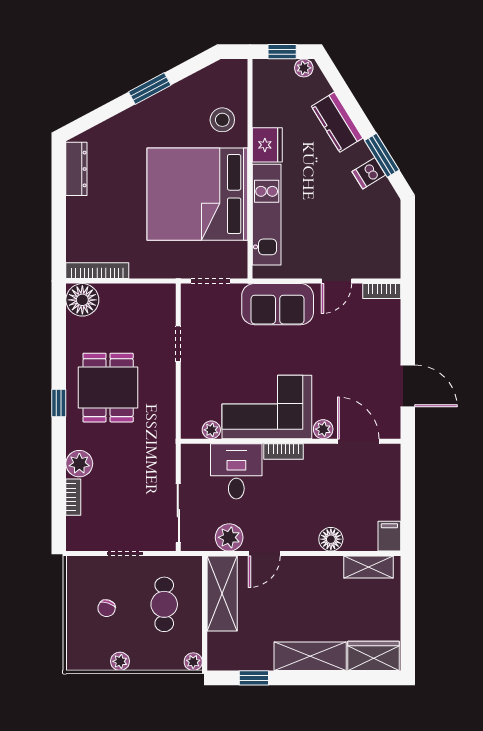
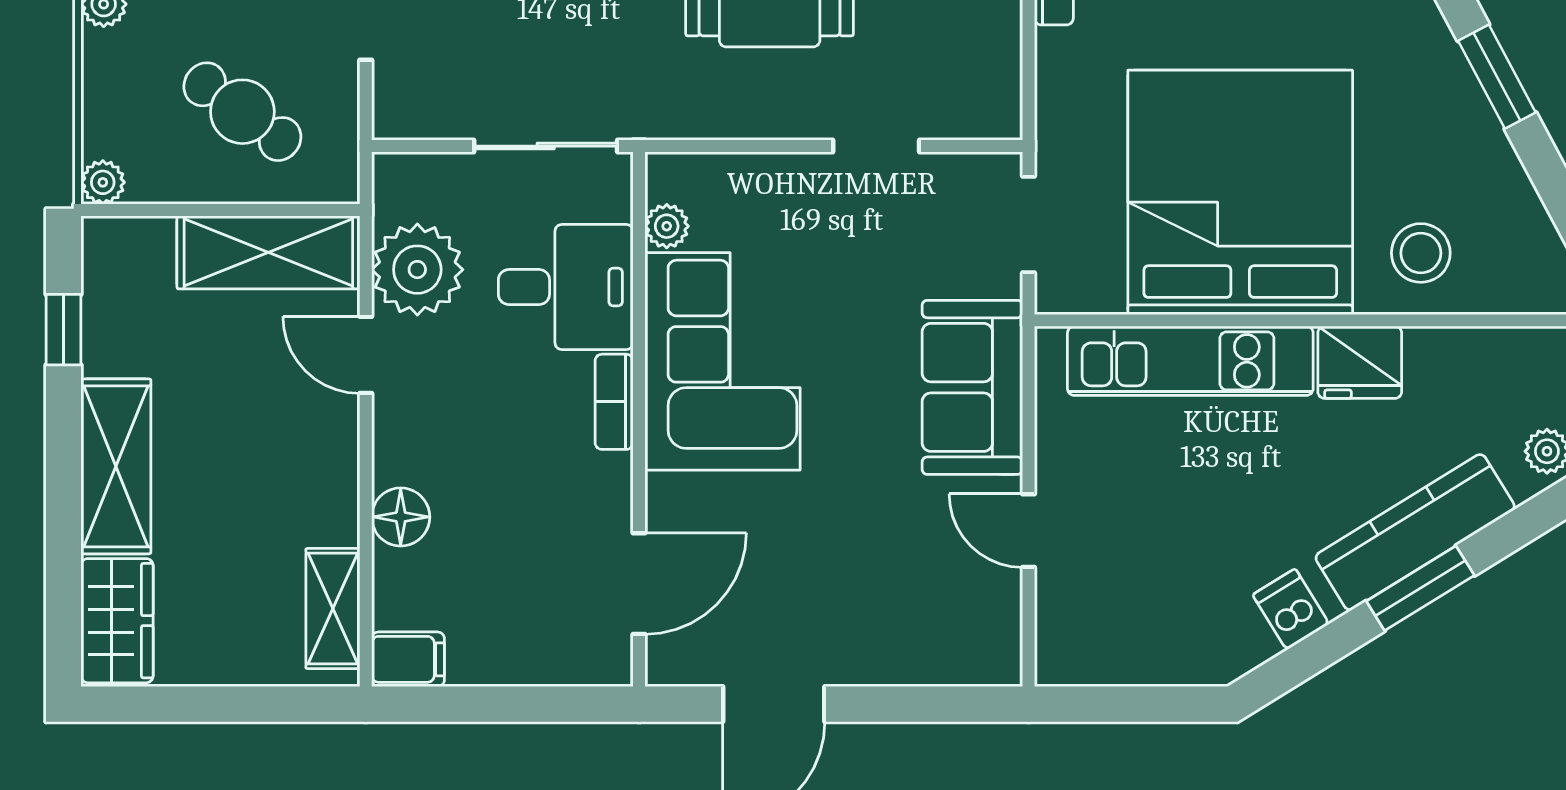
kitchen counter: (337, 122) -> (1415, 532), width x1.50
window: (382, 155) -> (1420, 588), moved
bookcase: (382, 291) -> (1004, 641), removed
plant: (323, 429) -> (668, 498), removed
sliding door: (178, 513) -> (546, 146), moved
plant: (229, 537) -> (417, 270), width x1.36, depth x1.36
cafe table: (164, 604) -> (242, 112), turned 36

